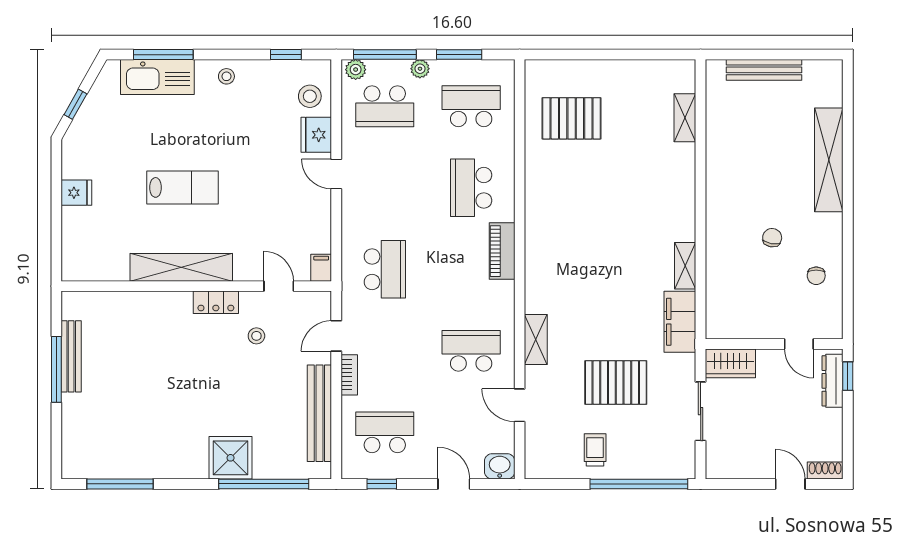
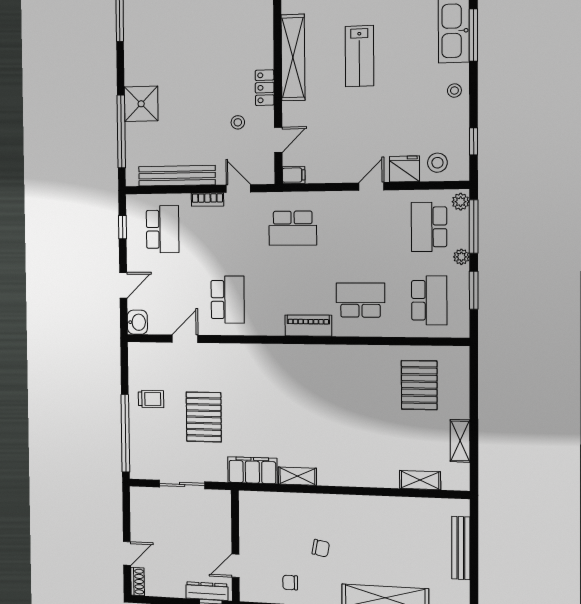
shelving: (536, 339) -> (460, 441), moved, turned 90
wardrobe: (730, 363) -> (220, 510), removed

